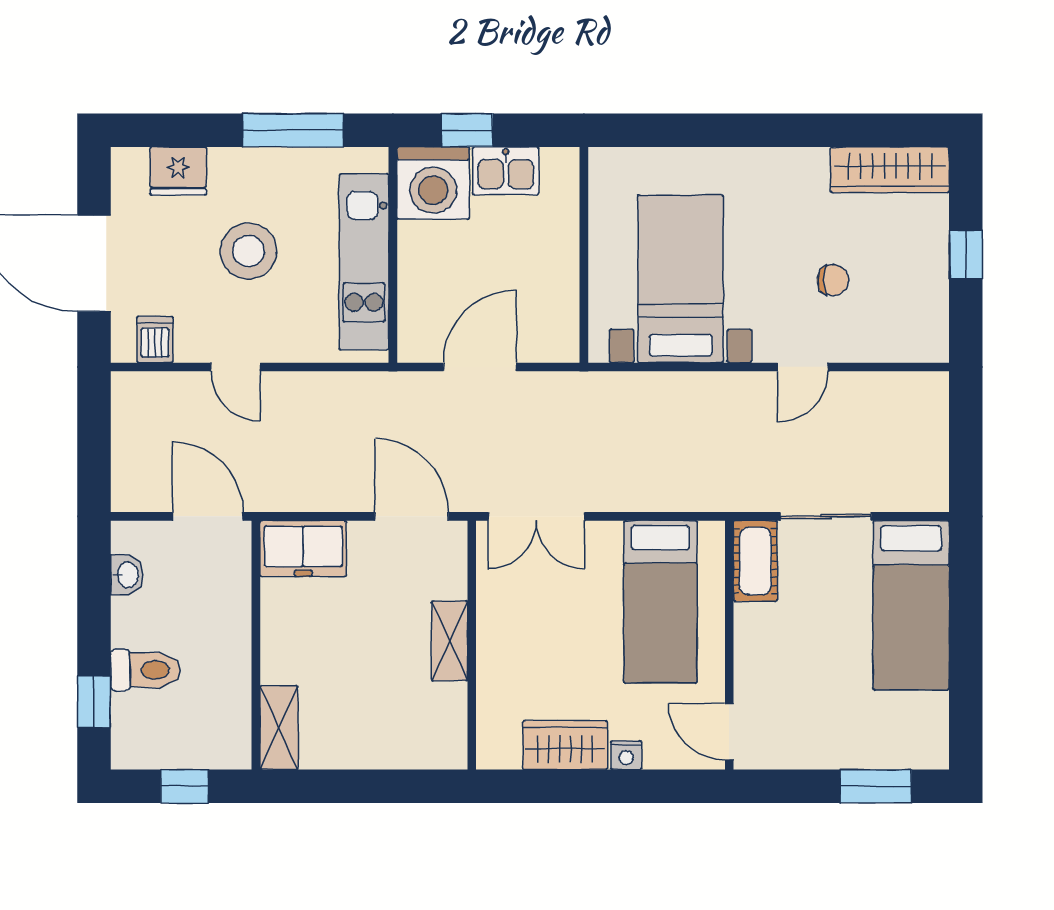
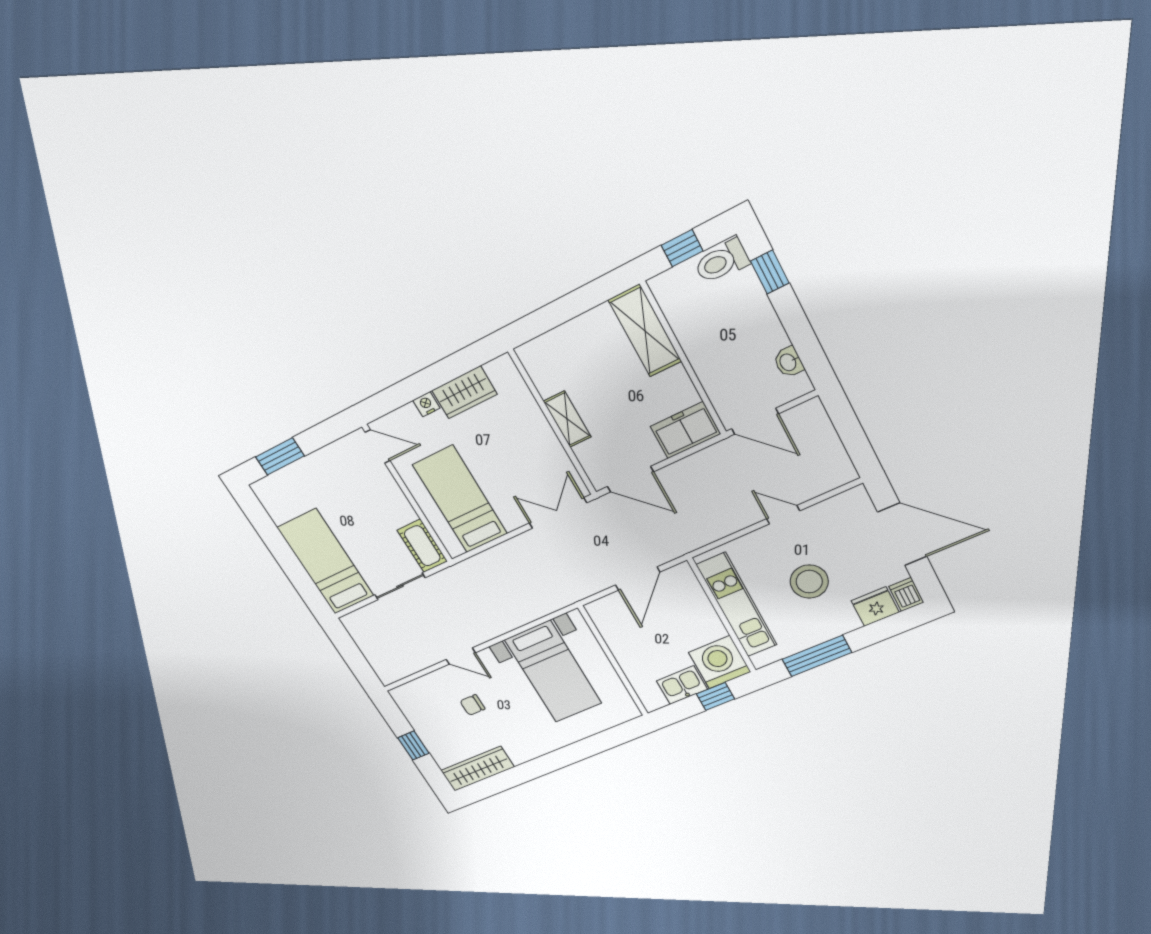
dishwasher: (155, 339) -> (906, 594), moved, turned 180
door: (803, 367) -> (461, 656), swing flipped
toilet: (145, 670) -> (722, 262), moved
shelving: (279, 728) -> (645, 331), width x1.50, depth x1.33

